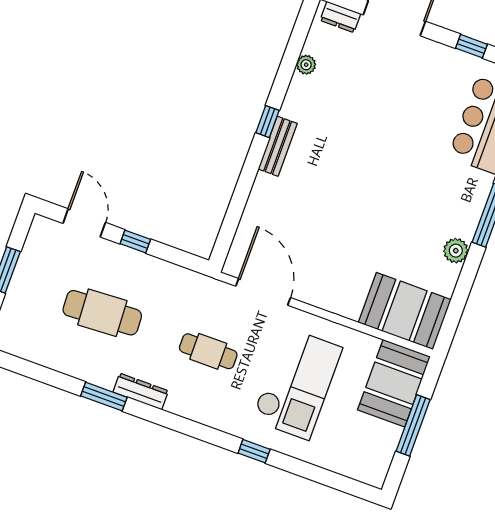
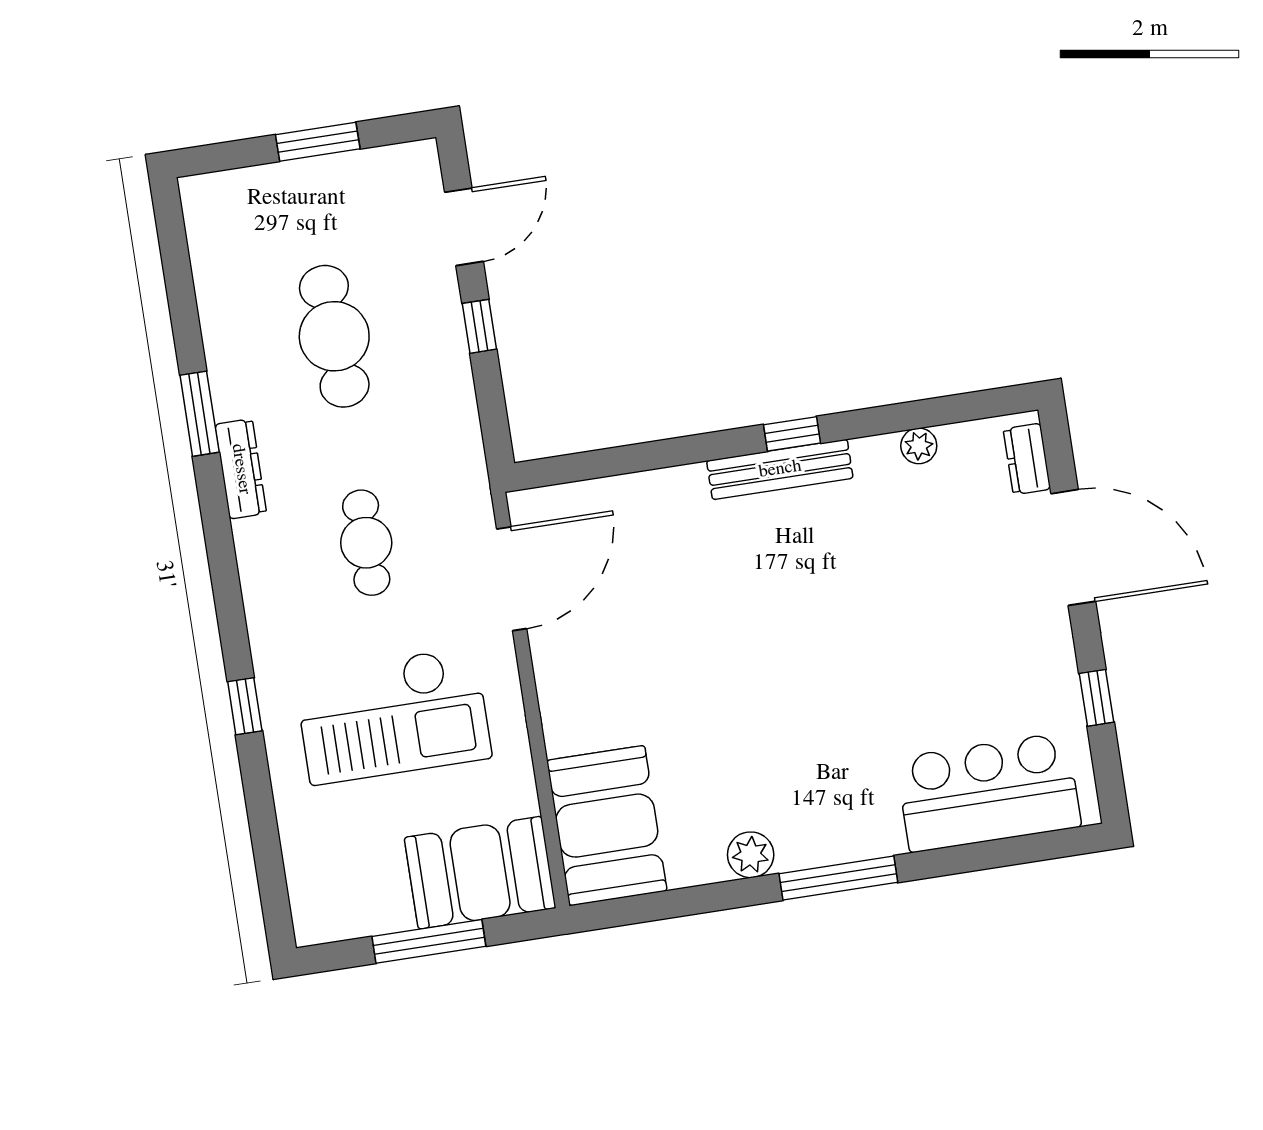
bench: (278, 146) -> (780, 469), width x1.36

